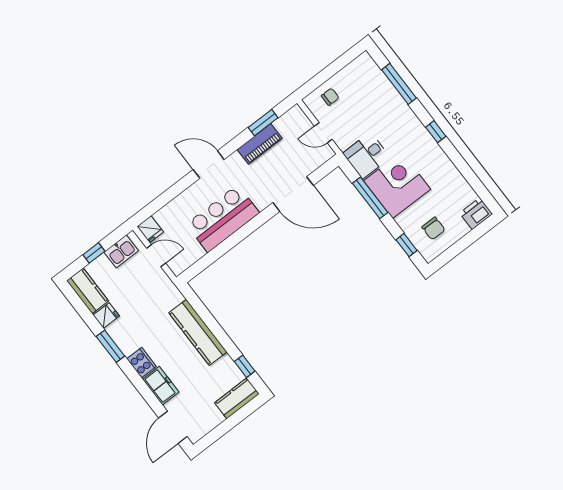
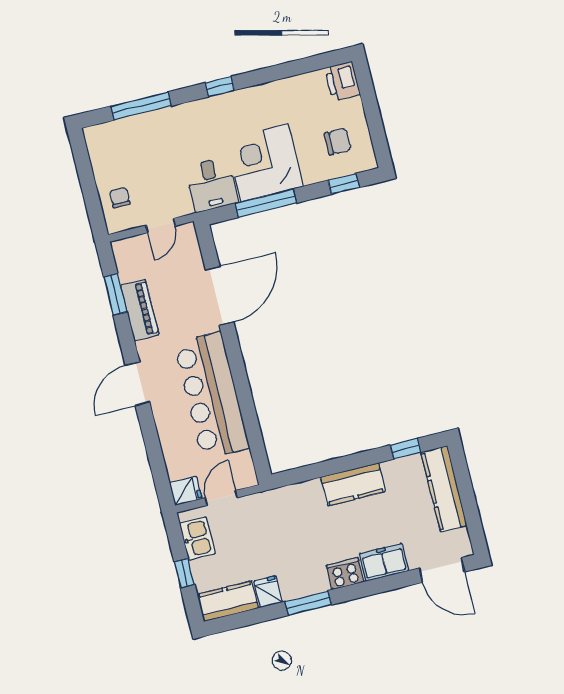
bar counter: (223, 219) -> (212, 396), width x1.36
kitchen counter: (198, 332) -> (353, 484), width x0.67
kitchen counter: (237, 398) -> (444, 489), width x1.50

